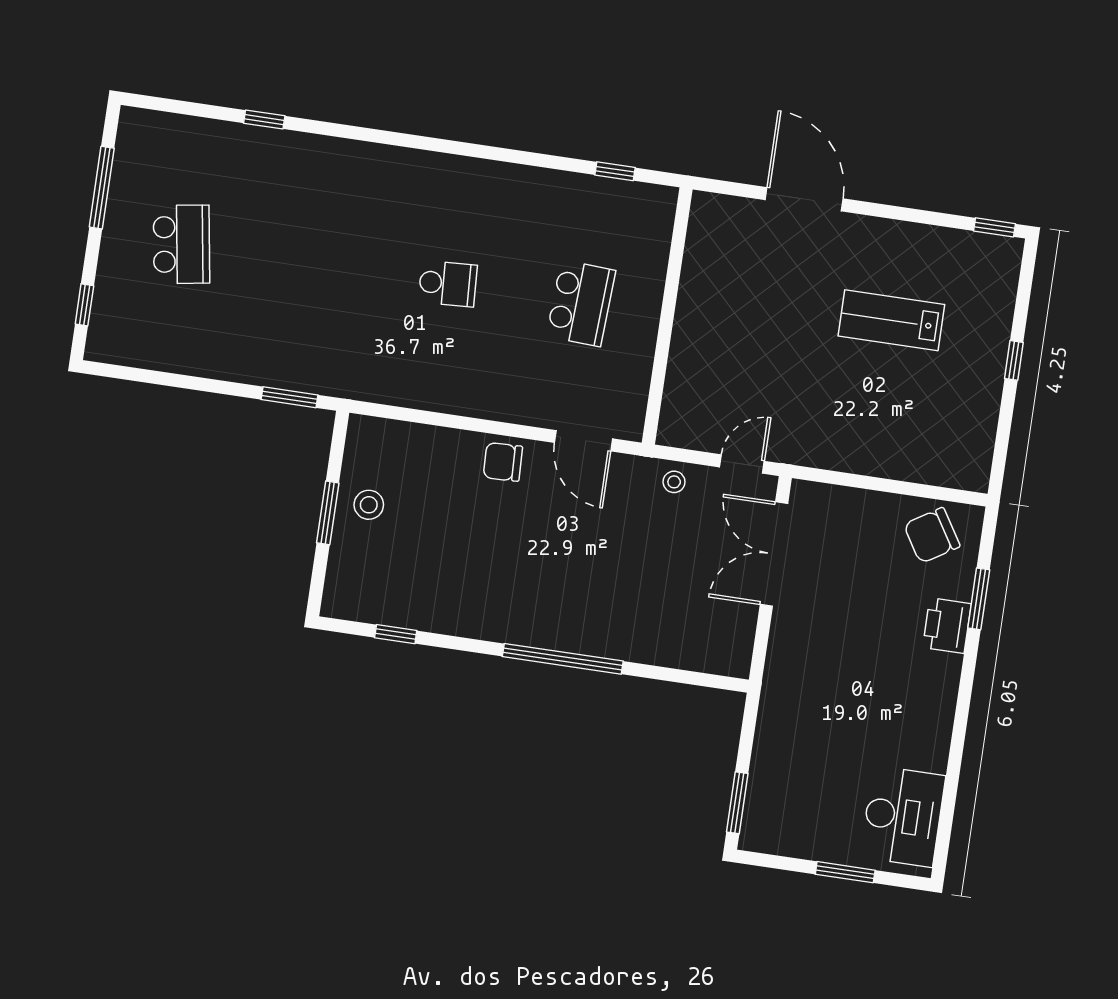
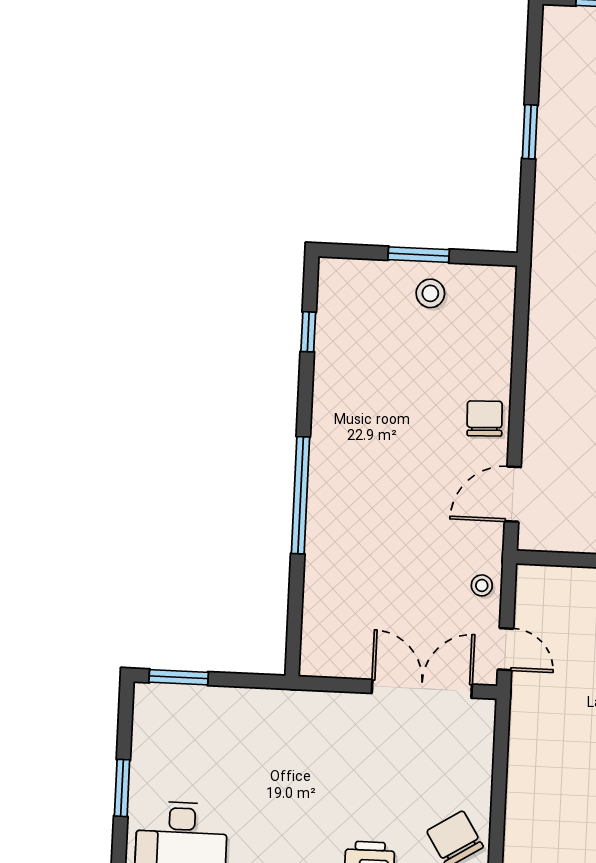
window: (290, 397) -> (530, 132), moved

